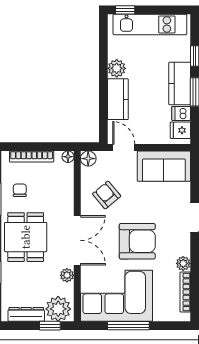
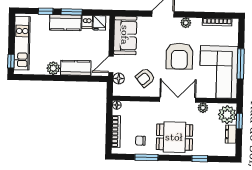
floor lamp: (88, 159) -> (119, 78), moved
armchair: (137, 241) -> (179, 56), turned 180
plant: (183, 263) -> (186, 23), moved
dresser: (26, 314) -> (231, 134), width x0.70

